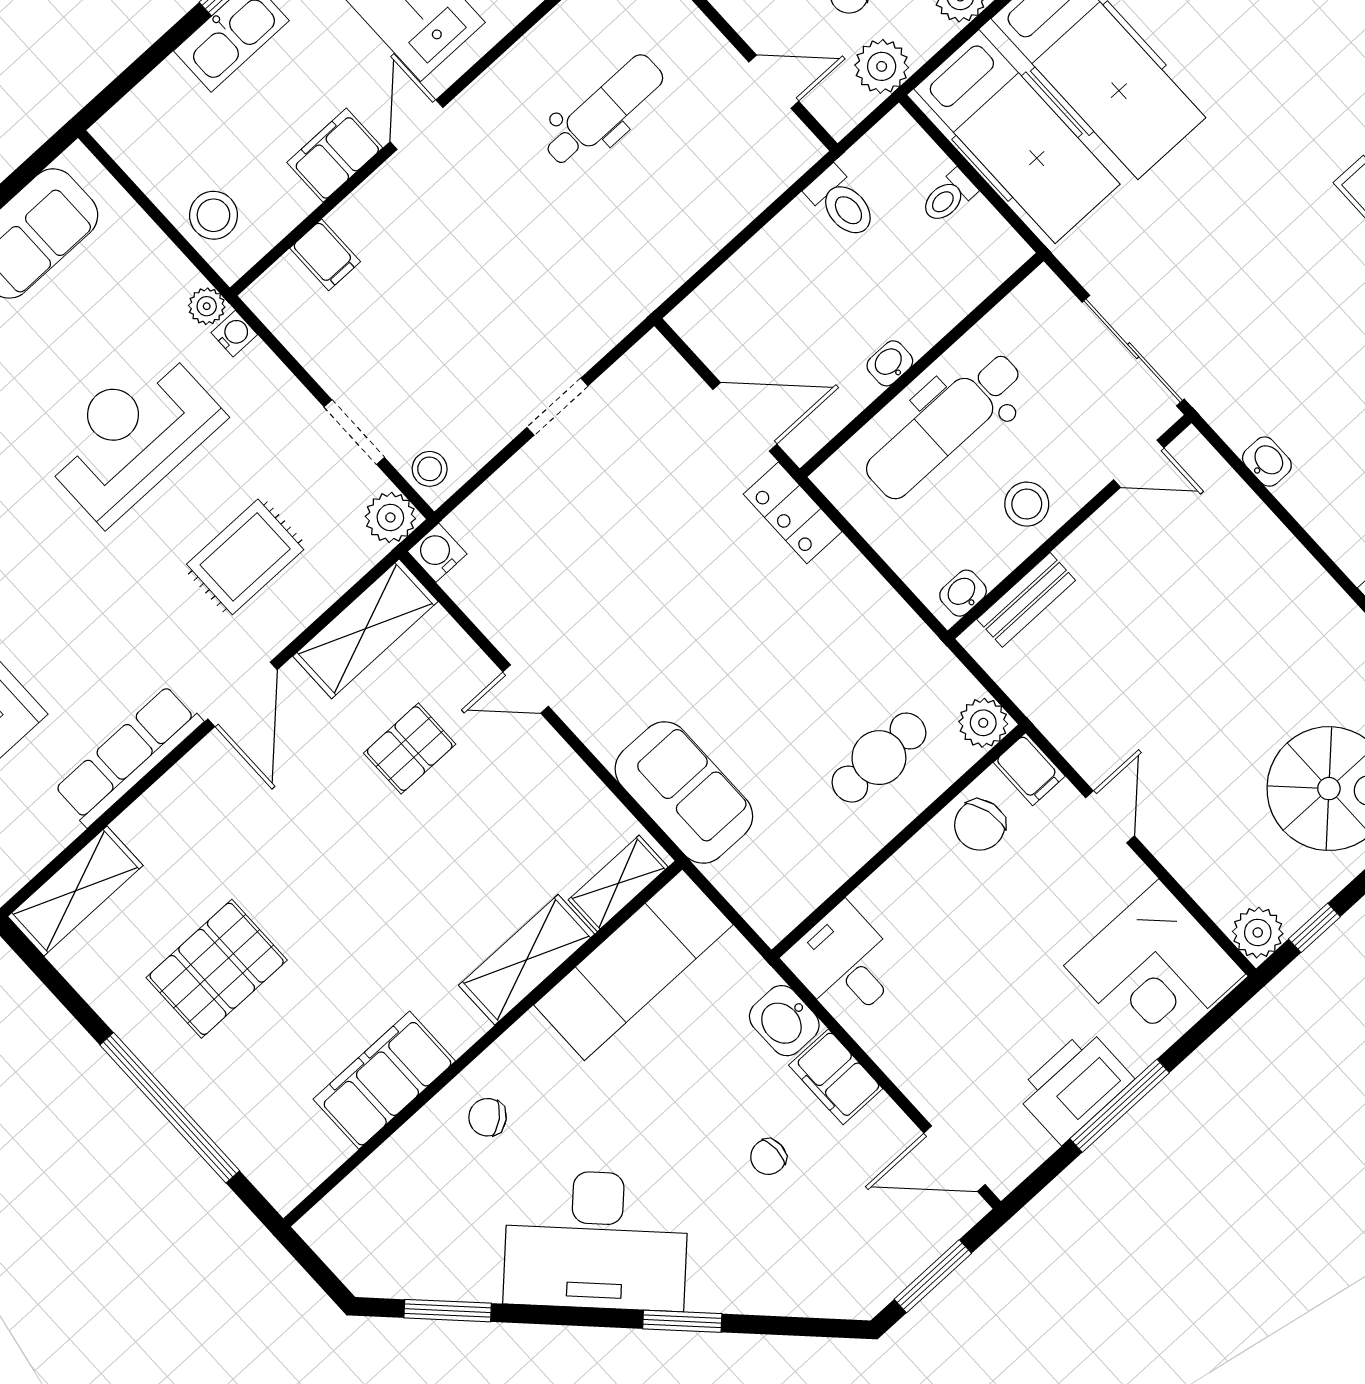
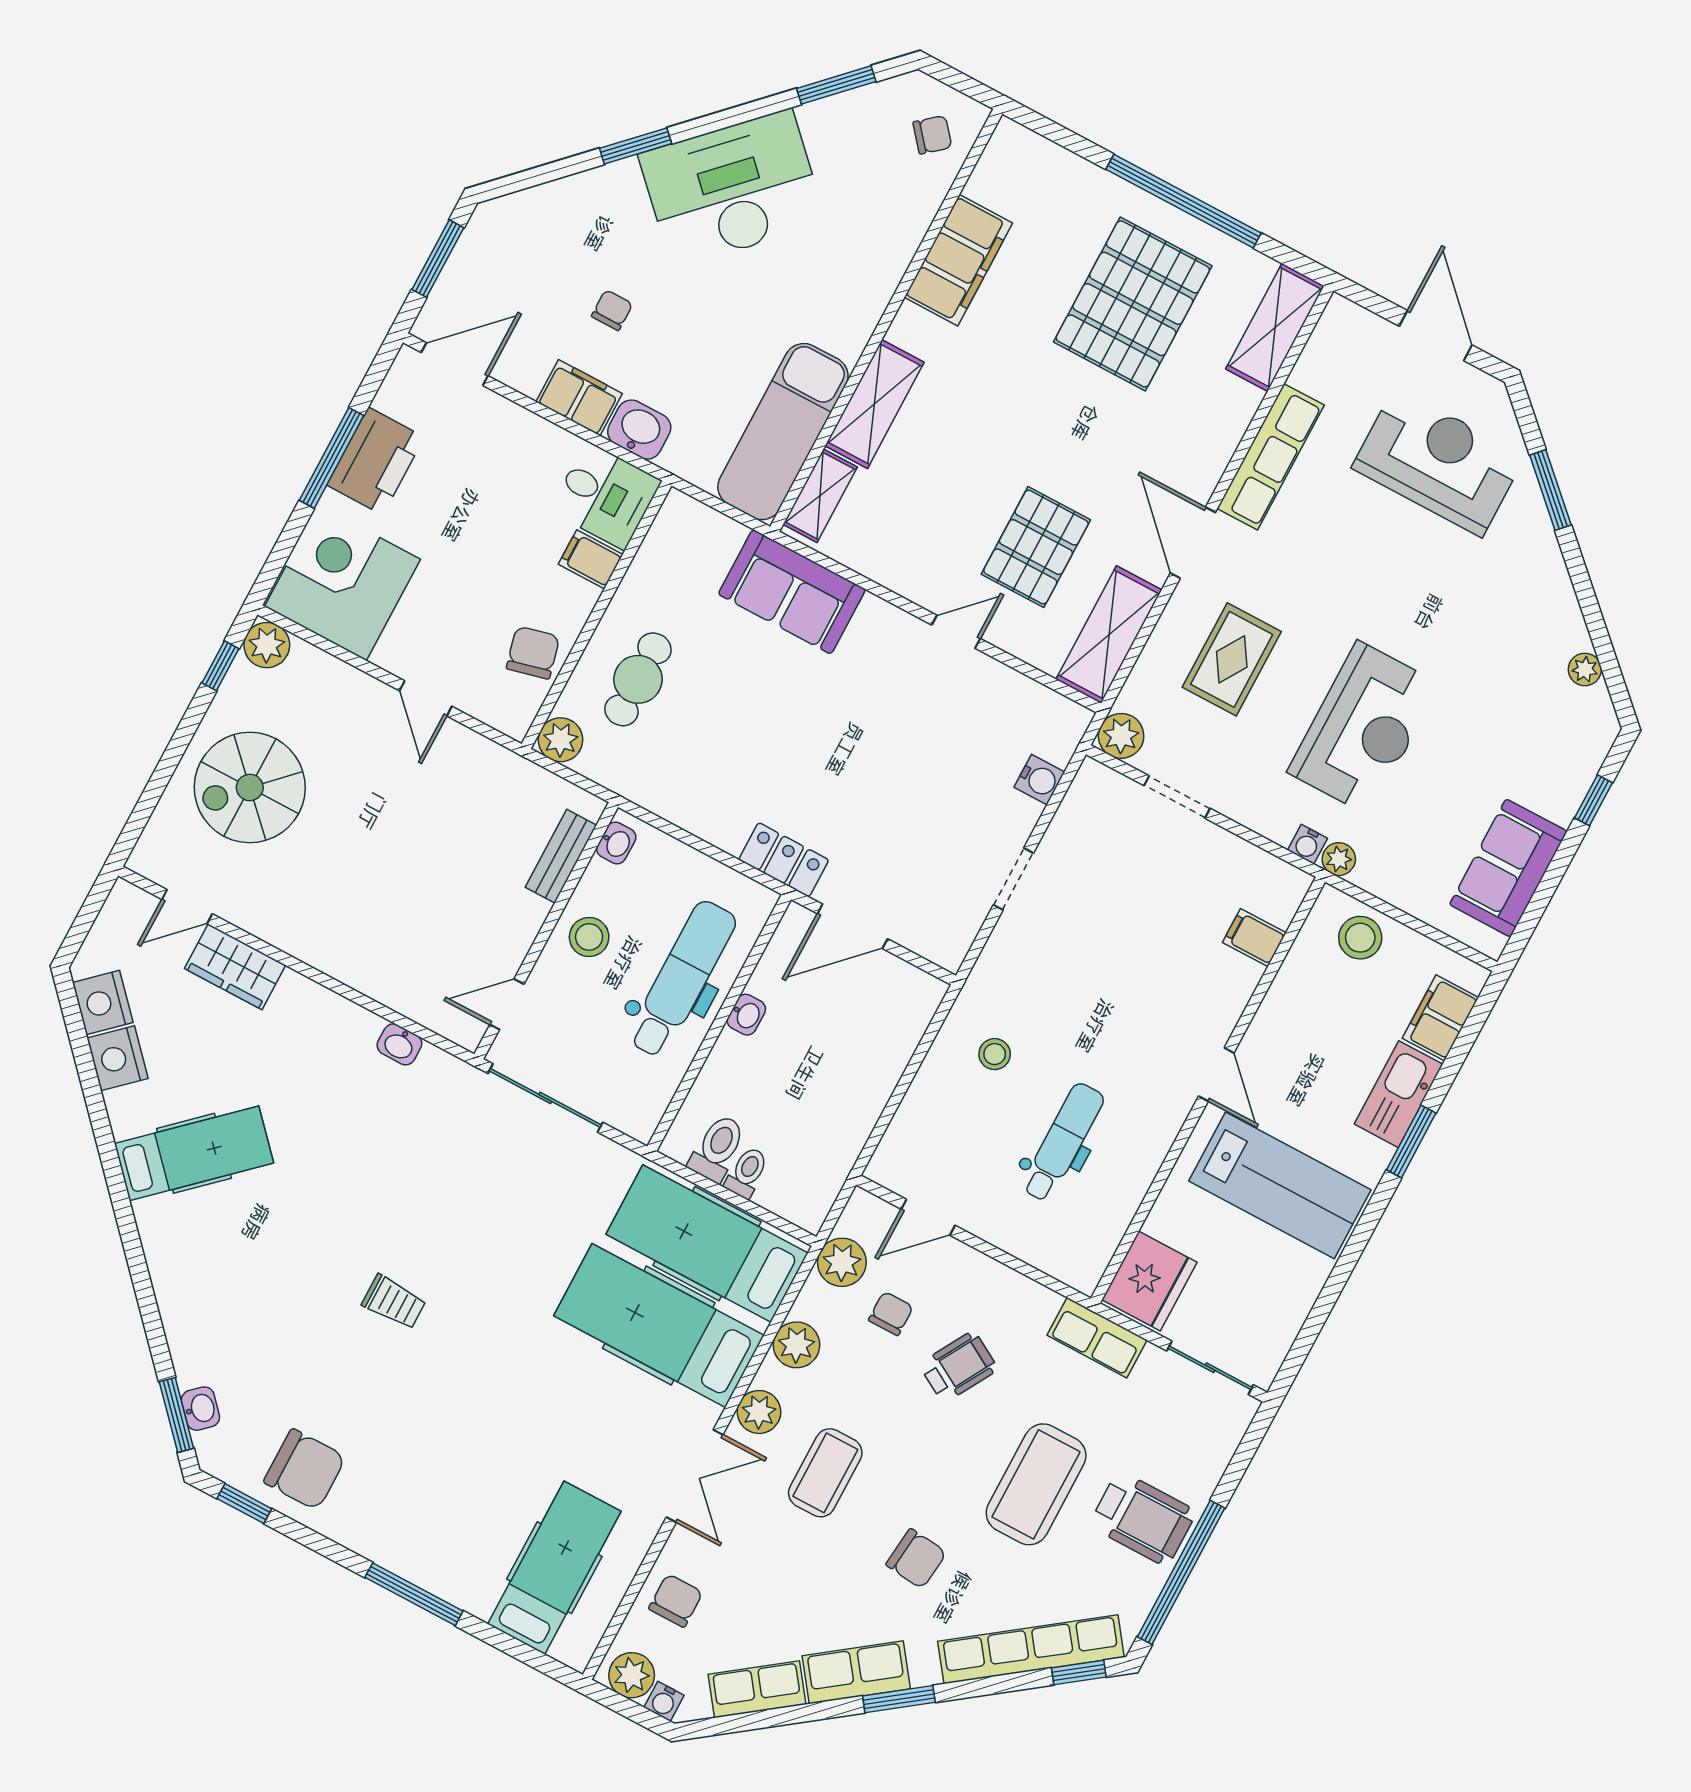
dental chair: (604, 111) -> (1063, 1142), turned 180
filing cabinet: (335, 155) -> (1440, 1018), moved, turned 180
toilet: (842, 203) -> (717, 1148), moved, turned 90
stool: (430, 469) -> (995, 1054), moved
water cooler: (437, 553) -> (1039, 780), moved
pallet: (410, 749) -> (1036, 547), width x1.50, depth x1.42
filing cabinet: (1029, 769) -> (591, 559), moved
pallet: (217, 969) -> (1133, 304), width x1.37, depth x1.41
window: (170, 1108) -> (1184, 201), moved
chair: (488, 1117) -> (932, 135), moved

